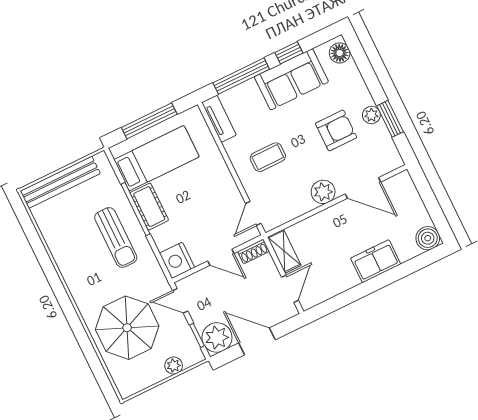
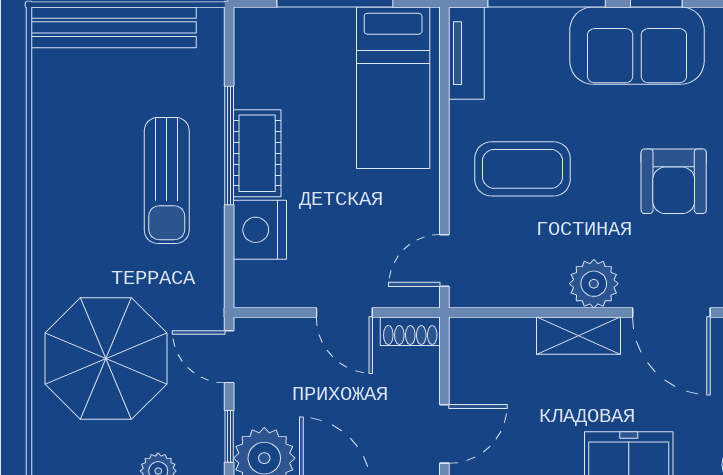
armchair: (336, 130) -> (674, 181), turned 90
coffee table: (268, 157) -> (522, 169), width x1.36, depth x1.30
bed: (156, 158) -> (393, 88), moved, turned 90
shelving: (284, 251) -> (579, 336), moved, turned 90
nightstand: (177, 260) -> (260, 230), moved

